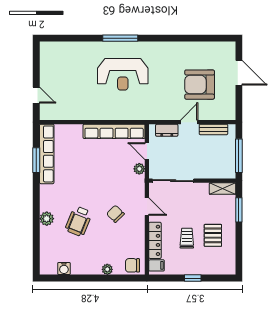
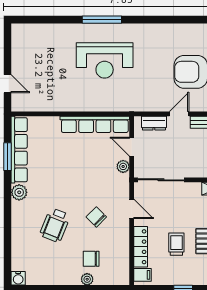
plant: (47, 219) -> (19, 192), moved
chair: (132, 265) -> (91, 259), moved
water cooler: (64, 268) -> (18, 278), moved

